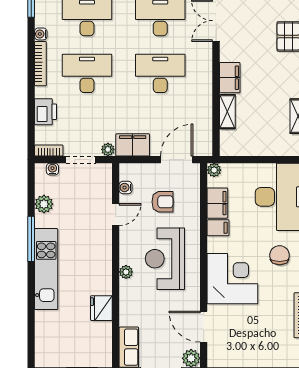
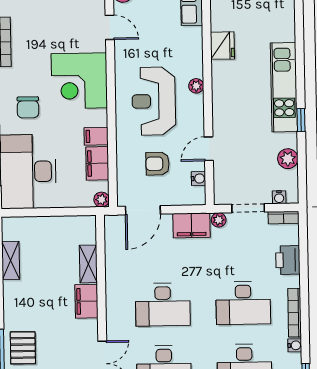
window: (31, 239) -> (301, 120), width x0.46
reception desk: (165, 259) -> (154, 101), turned 180
door: (204, 327) -> (110, 27), width x0.73

